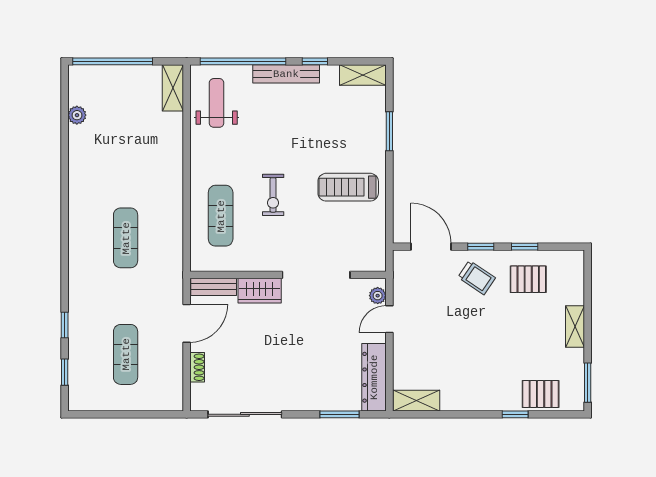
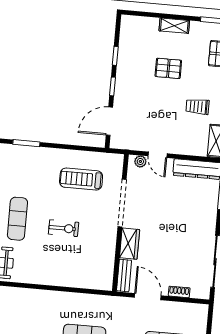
treadmill: (348, 187) -> (81, 179), moved, turned 90
exercise mat: (221, 216) -> (17, 219), moved, turned 90
trolley: (477, 278) -> (198, 107), moved, turned -124
pallet: (528, 279) -> (168, 68), moved, turned 90

